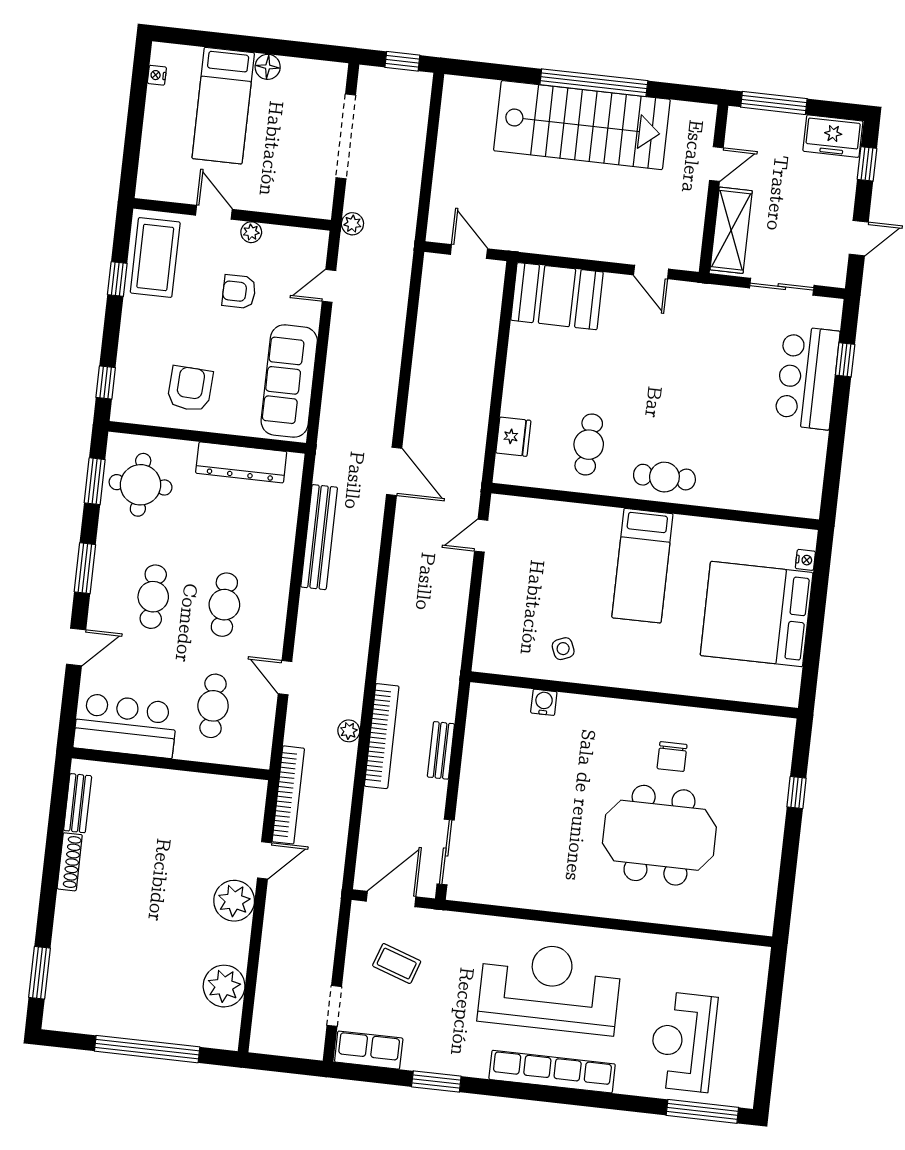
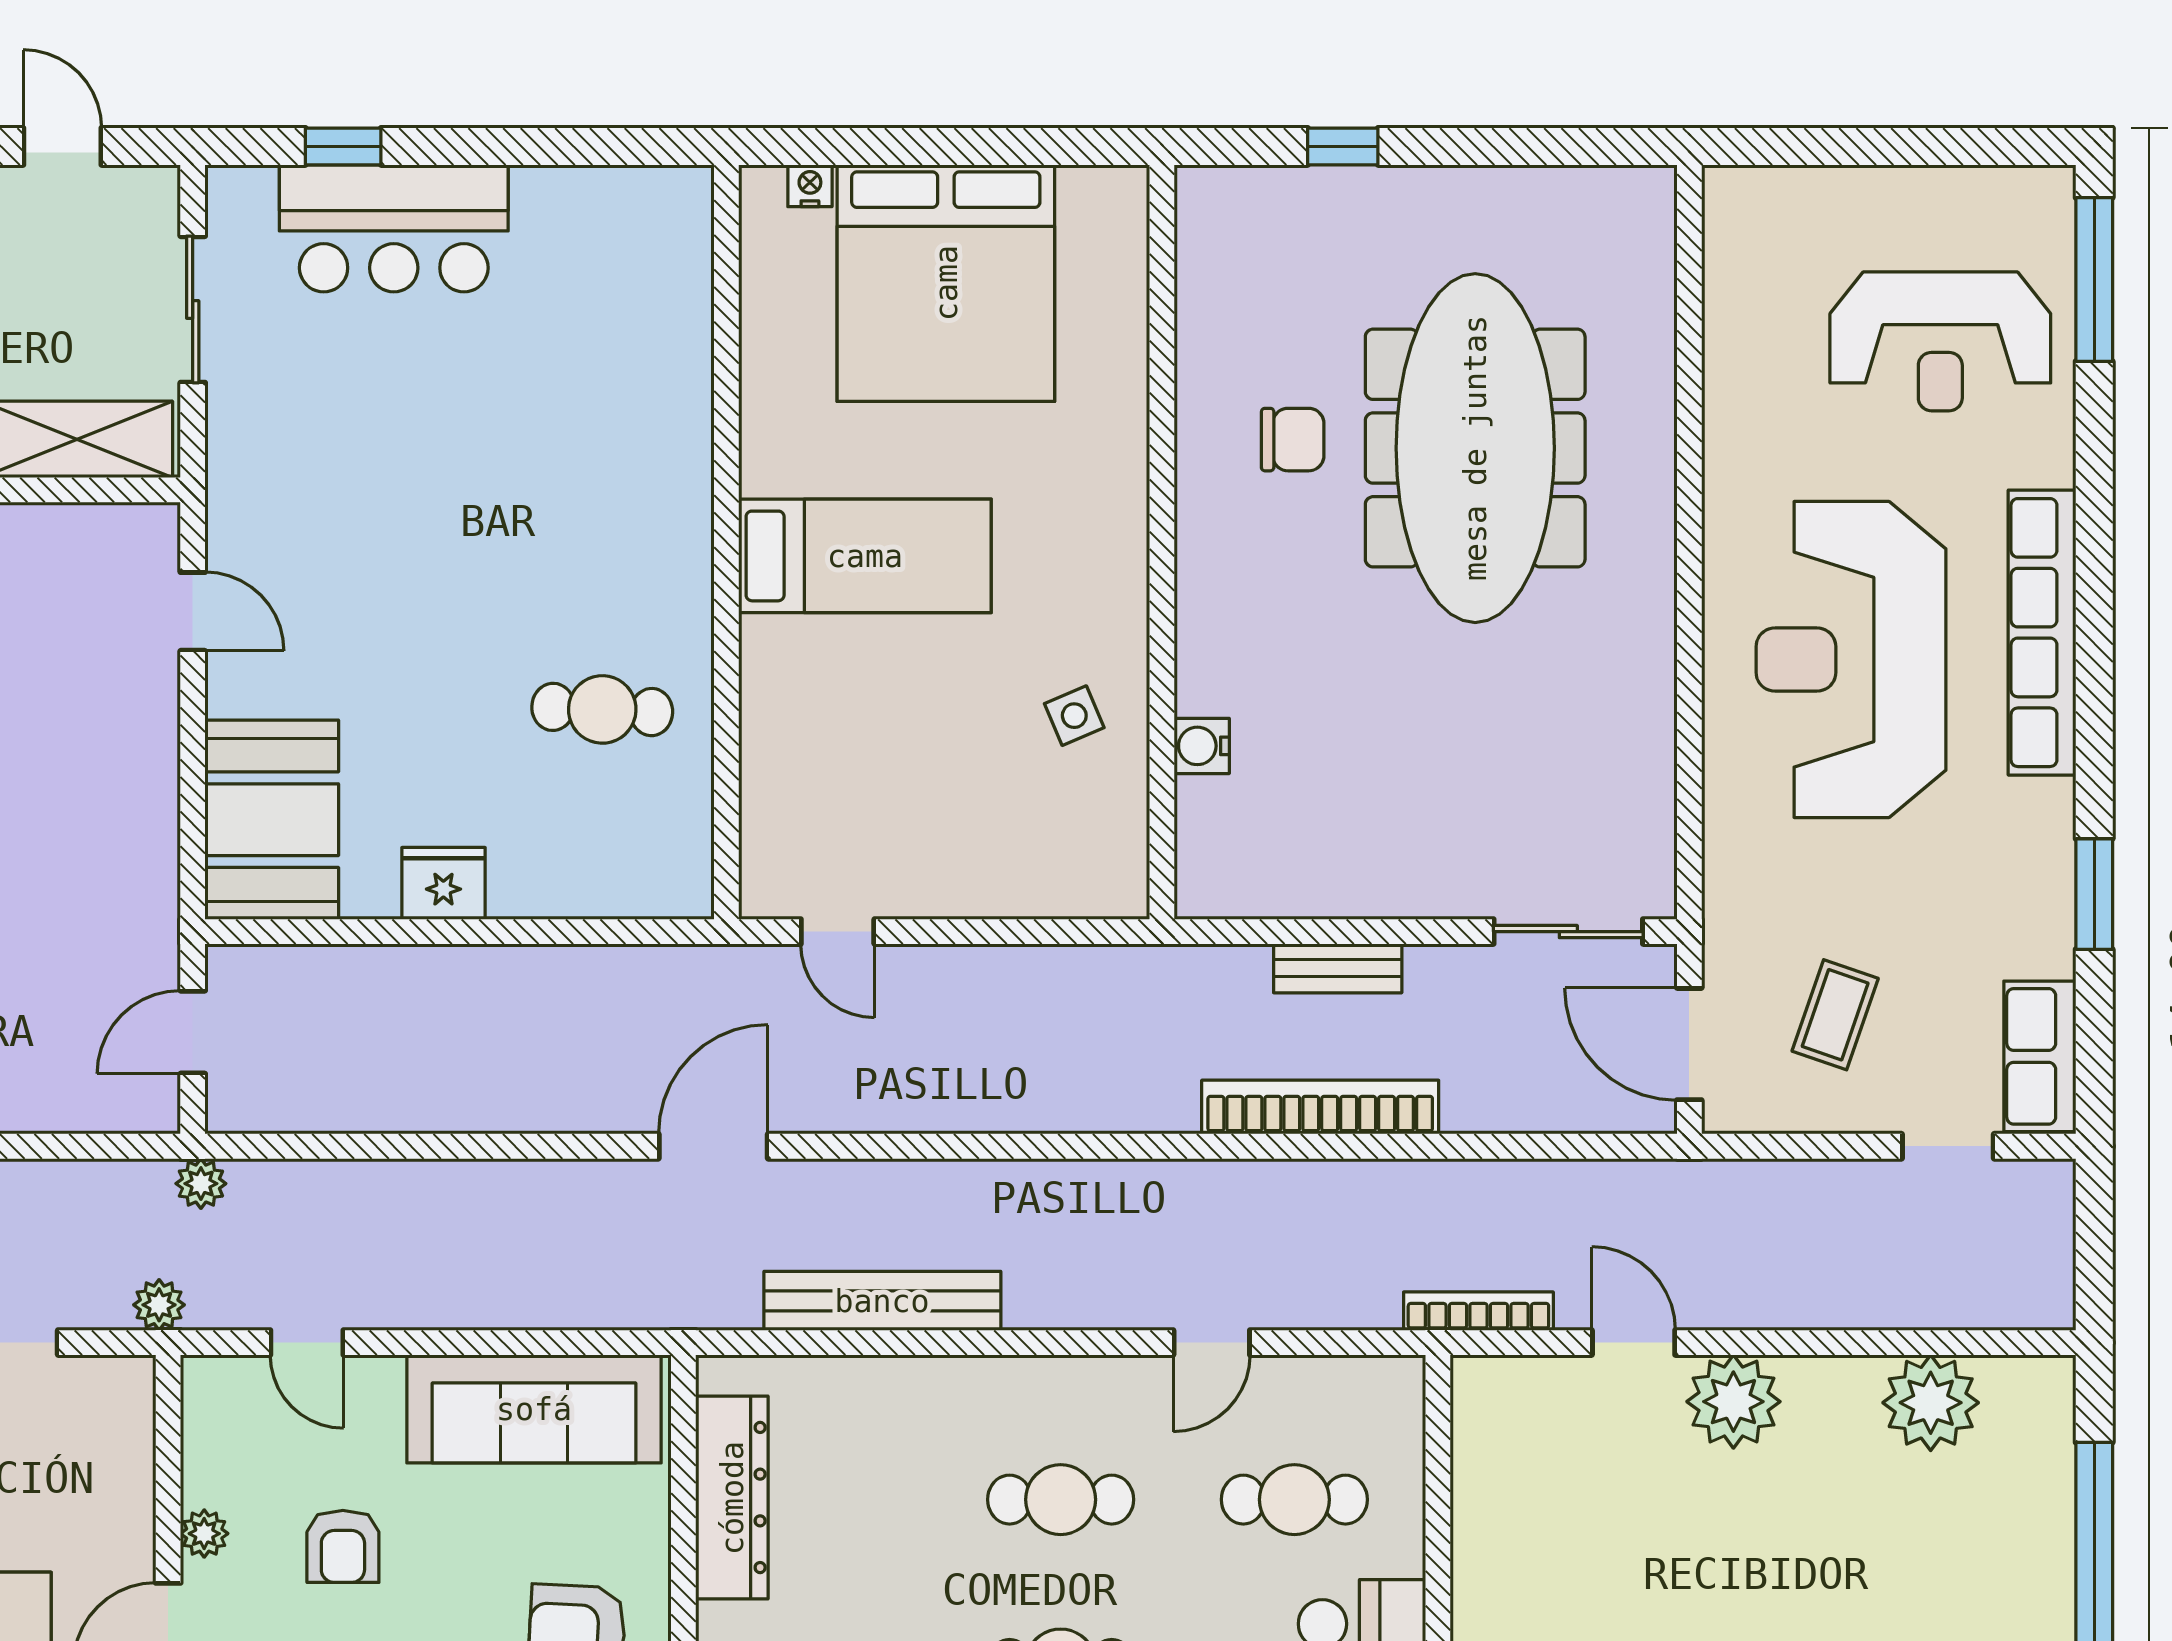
door: (651, 272) -> (193, 611), hinge flipped
fridge: (513, 437) -> (443, 883), moved
cafe table: (664, 477) -> (657, 528), removed
plant: (349, 731) -> (201, 1184), moved
bookcase: (288, 795) -> (1478, 1311), width x0.68, depth x0.76
meeting table: (659, 835) -> (1475, 448), width x1.36

